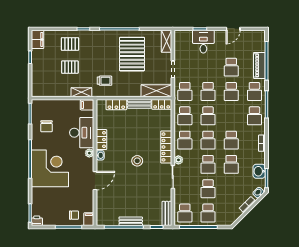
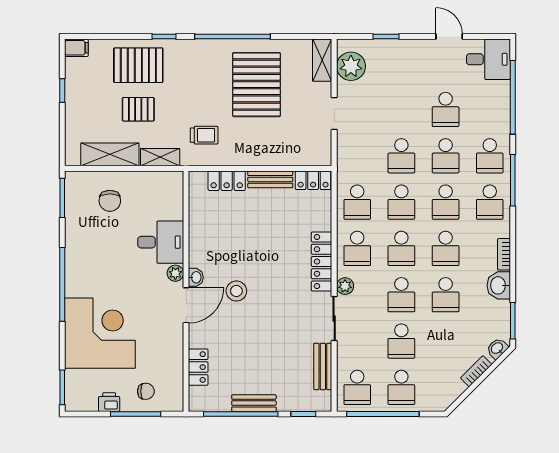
door: (233, 29) -> (449, 37), swing flipped
filing cabinet: (37, 39) -> (76, 48), width x0.50
desk: (203, 42) -> (488, 59), moved, turned 90
pallet: (70, 44) -> (138, 65), width x1.50, depth x1.42
plant: (182, 45) -> (351, 66), added
piano: (259, 65) -> (499, 106), removed
shelving: (156, 91) -> (110, 154), moved
school desk: (185, 91) -> (446, 202), moved
filing cabinet: (87, 105) -> (171, 182), removed
chair: (46, 126) -> (110, 201), moved
desk: (82, 133) -> (161, 242), width x0.73
locker: (101, 140) -> (198, 367), moved
stool: (137, 161) -> (236, 291), moved
corner desk: (50, 168) -> (100, 333), moved
washbasin: (259, 171) -> (499, 285), moved
door: (95, 181) -> (186, 305), moved
bench: (167, 213) -> (323, 366), moved
filing cabinet: (89, 219) -> (174, 399), removed
printer: (37, 221) -> (109, 402), moved

